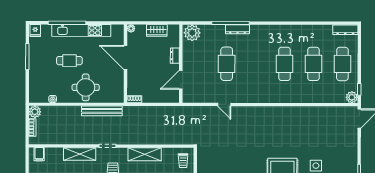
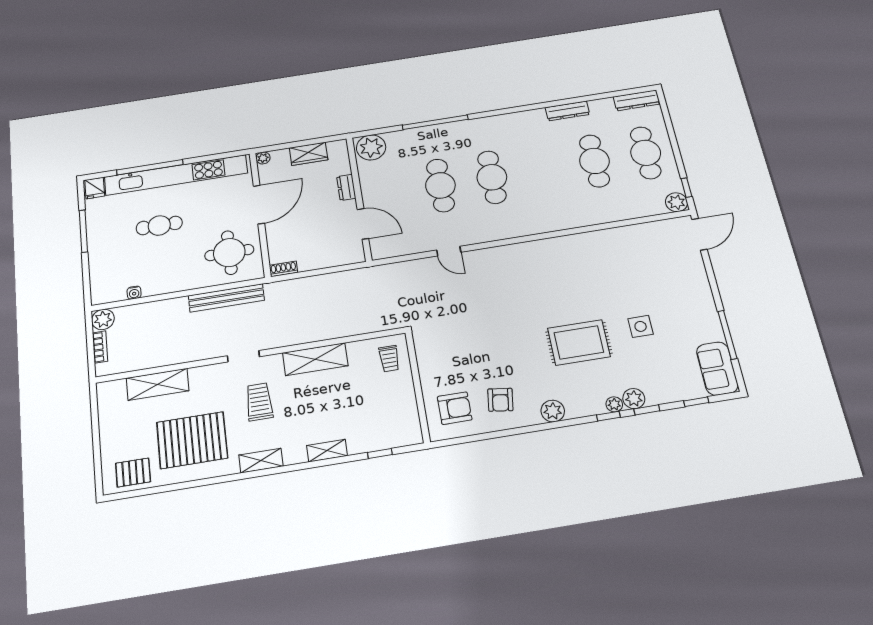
dresser: (238, 29) -> (567, 111), moved
kitchen unit: (81, 30) -> (176, 175), width x1.36
door: (125, 58) -> (259, 205), swing flipped
cafe table: (285, 64) -> (492, 177), moved
door: (181, 80) -> (363, 224), swing flipped
round table: (86, 87) -> (229, 253), moved
filing cabinet: (39, 154) -> (116, 392), removed
shelving: (80, 154) -> (158, 384), moved

